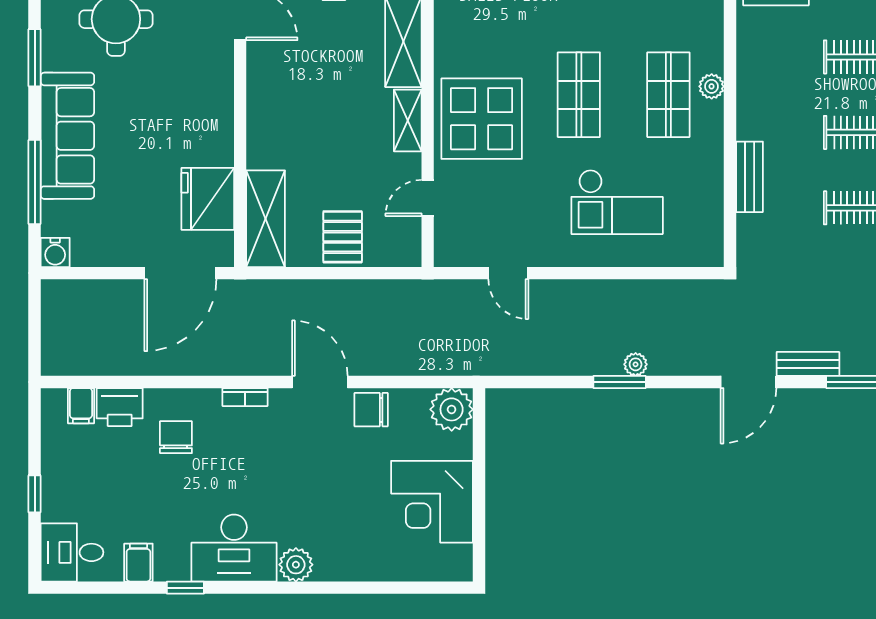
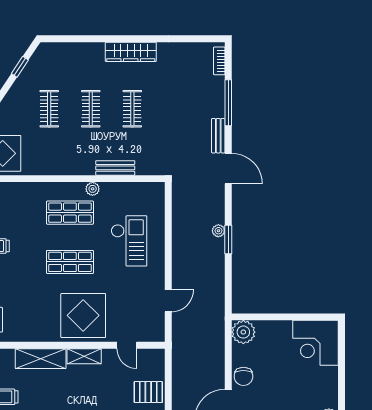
plant: (712, 86) -> (93, 189), moved
corner desk: (432, 502) -> (316, 343), moved, turned 90

